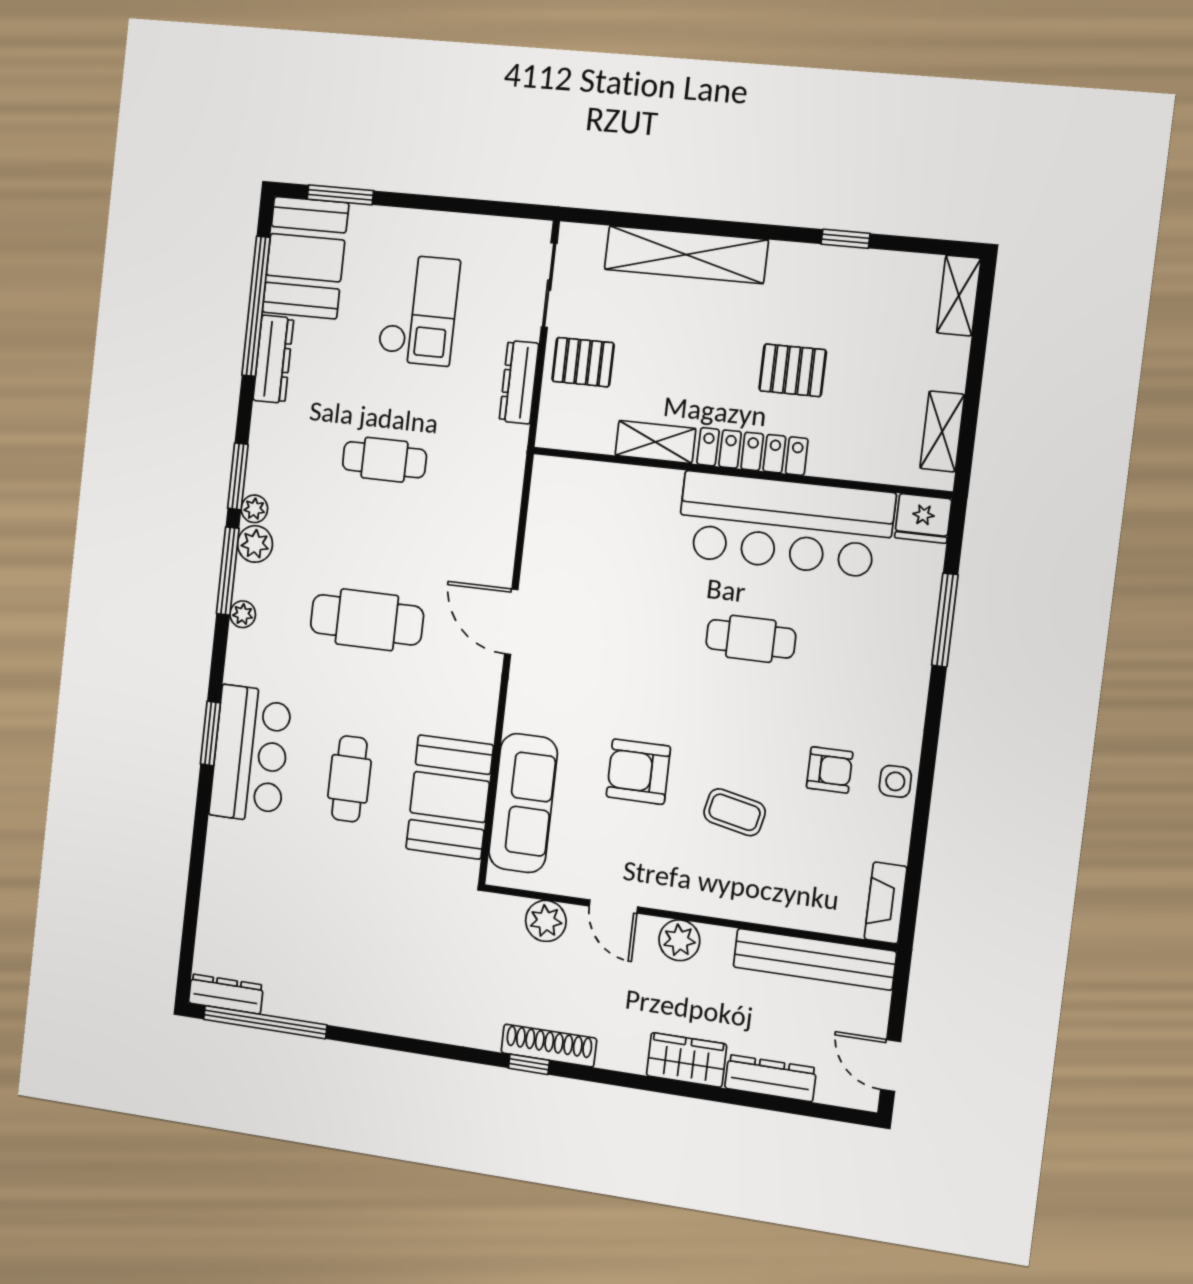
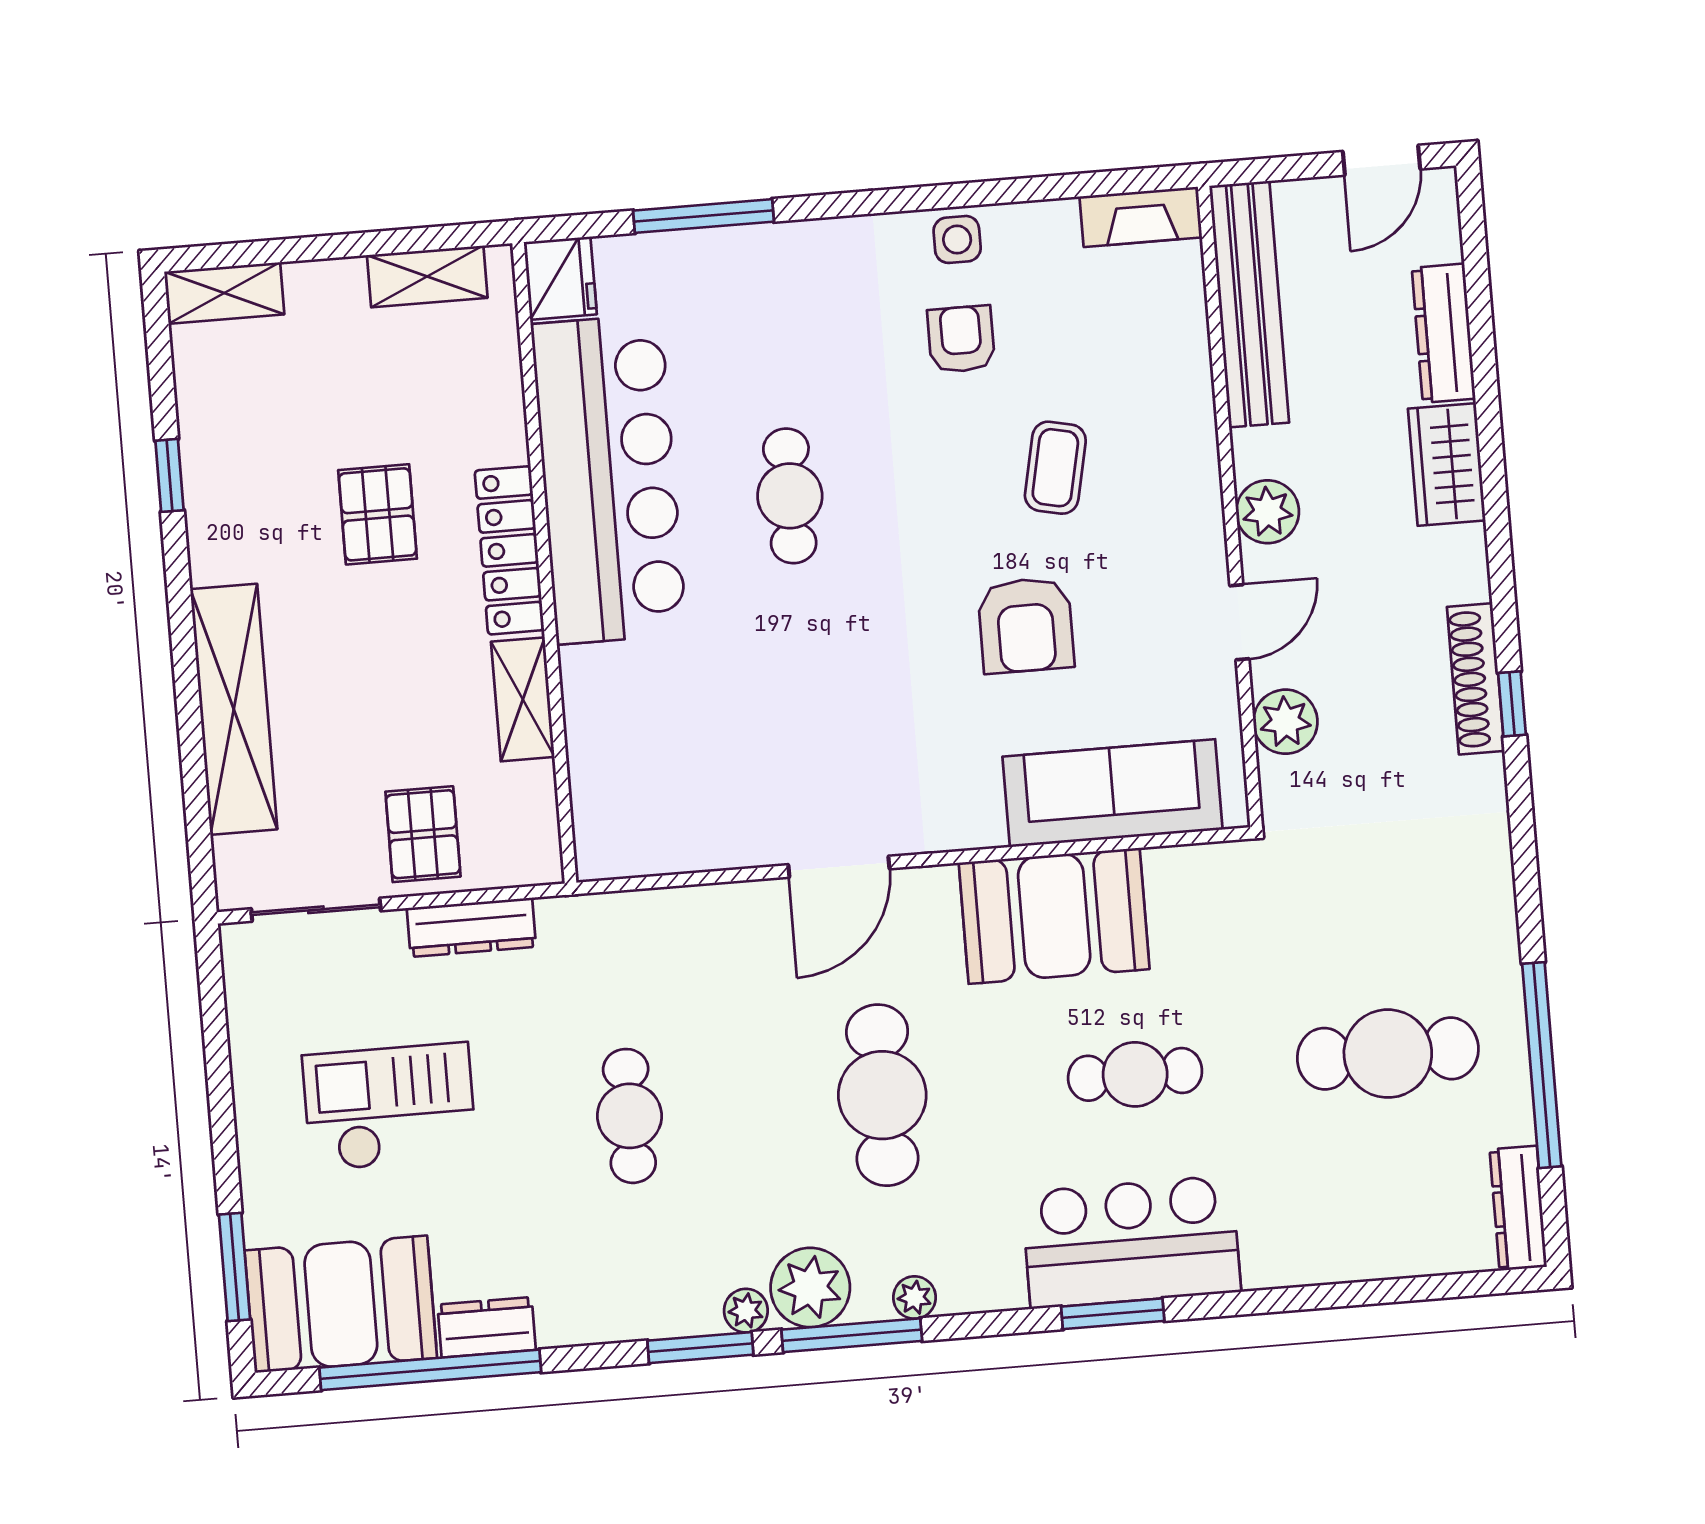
dresser: (273, 359) -> (487, 1327), width x0.70
plant: (255, 544) -> (810, 1288), width x1.36, depth x1.36
booth: (450, 797) -> (1054, 916), moved
cafe table: (332, 937) -> (1388, 1054), added
window: (265, 1022) -> (1542, 1065), moved

